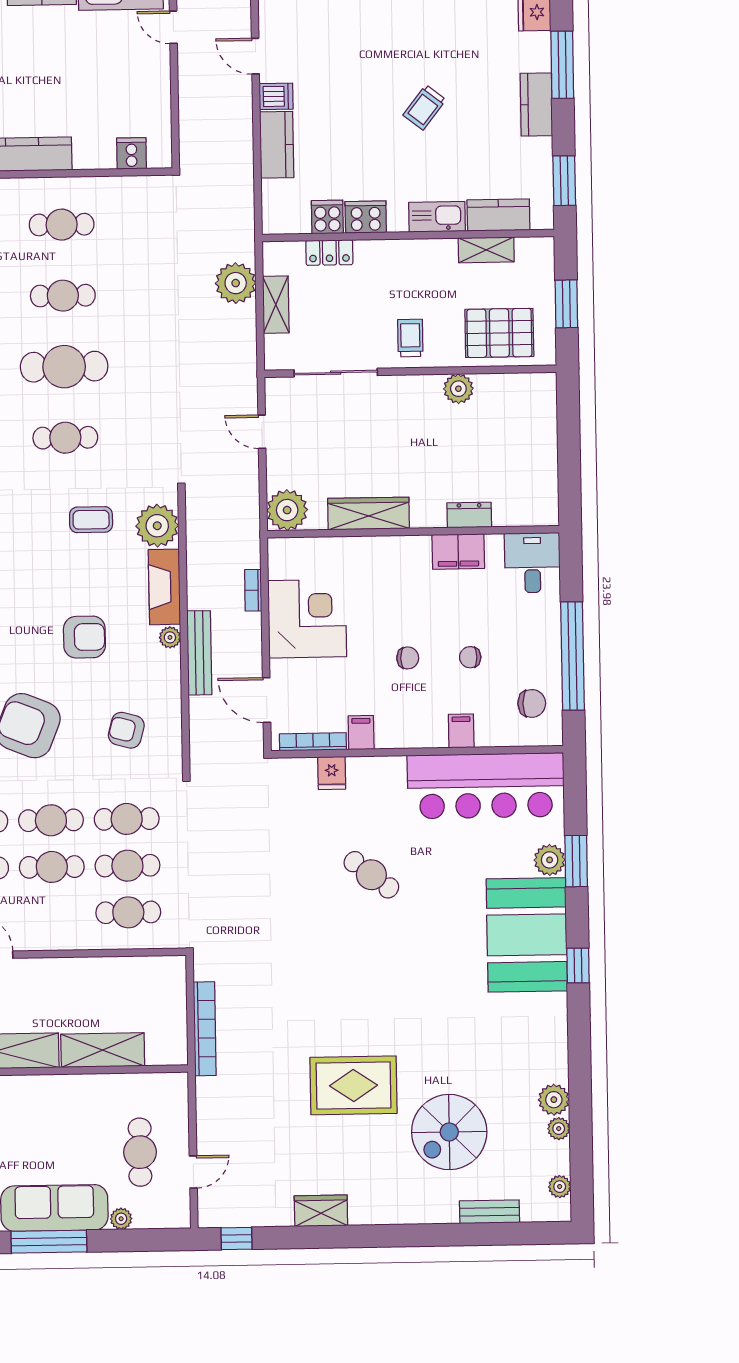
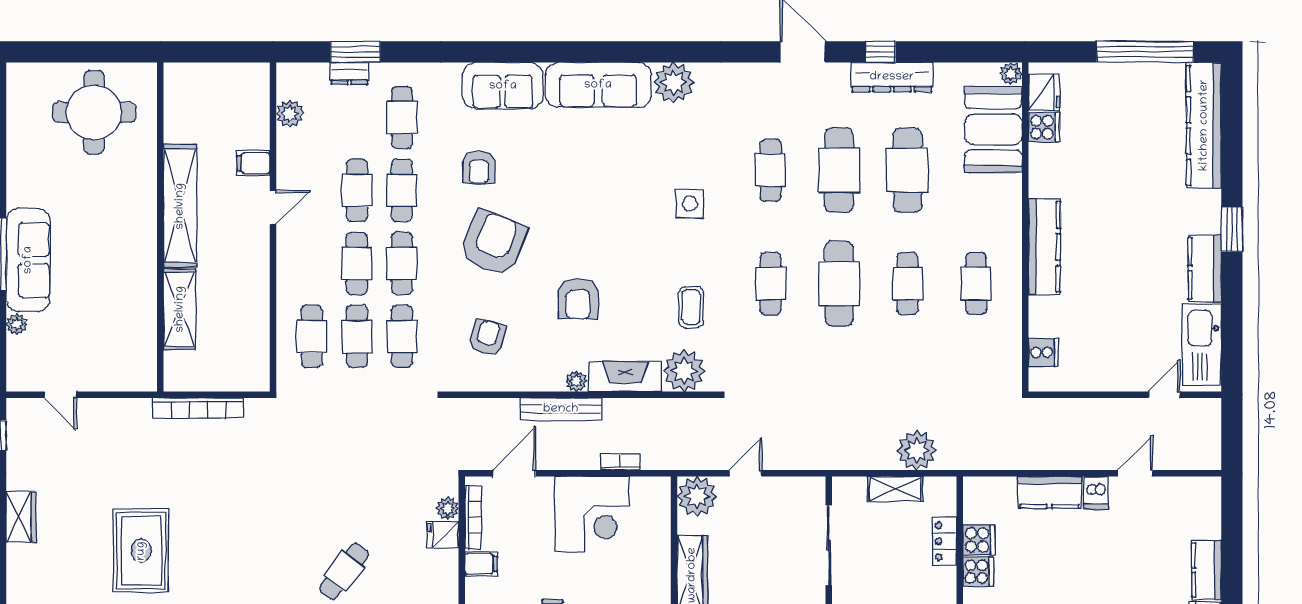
cooker: (366, 217) -> (978, 572), width x0.73
door: (262, 432) -> (746, 473), moved
plant: (304, 768) -> (448, 508), added
cafe table: (140, 1152) -> (80, 344), removed

